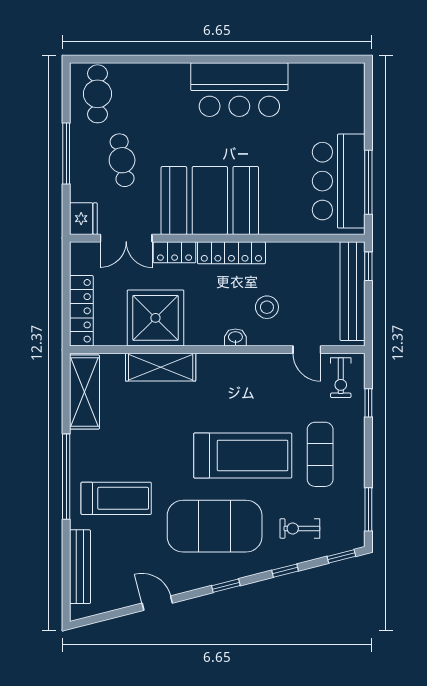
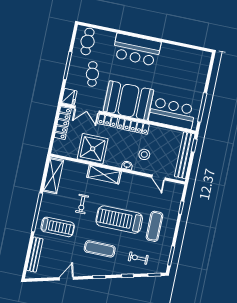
bar counter: (239, 90) -> (137, 50), moved
bar counter: (339, 181) -> (172, 113), moved, turned 90
locker: (81, 311) -> (63, 123), moved
shelving: (161, 367) -> (104, 174), moved
exercise bike: (341, 378) -> (82, 204), moved
treadmill: (243, 456) -> (119, 220), turned 180
exercise mat: (215, 526) -> (100, 249), width x0.50, depth x0.69
door: (157, 603) -> (66, 278), hinge flipped

